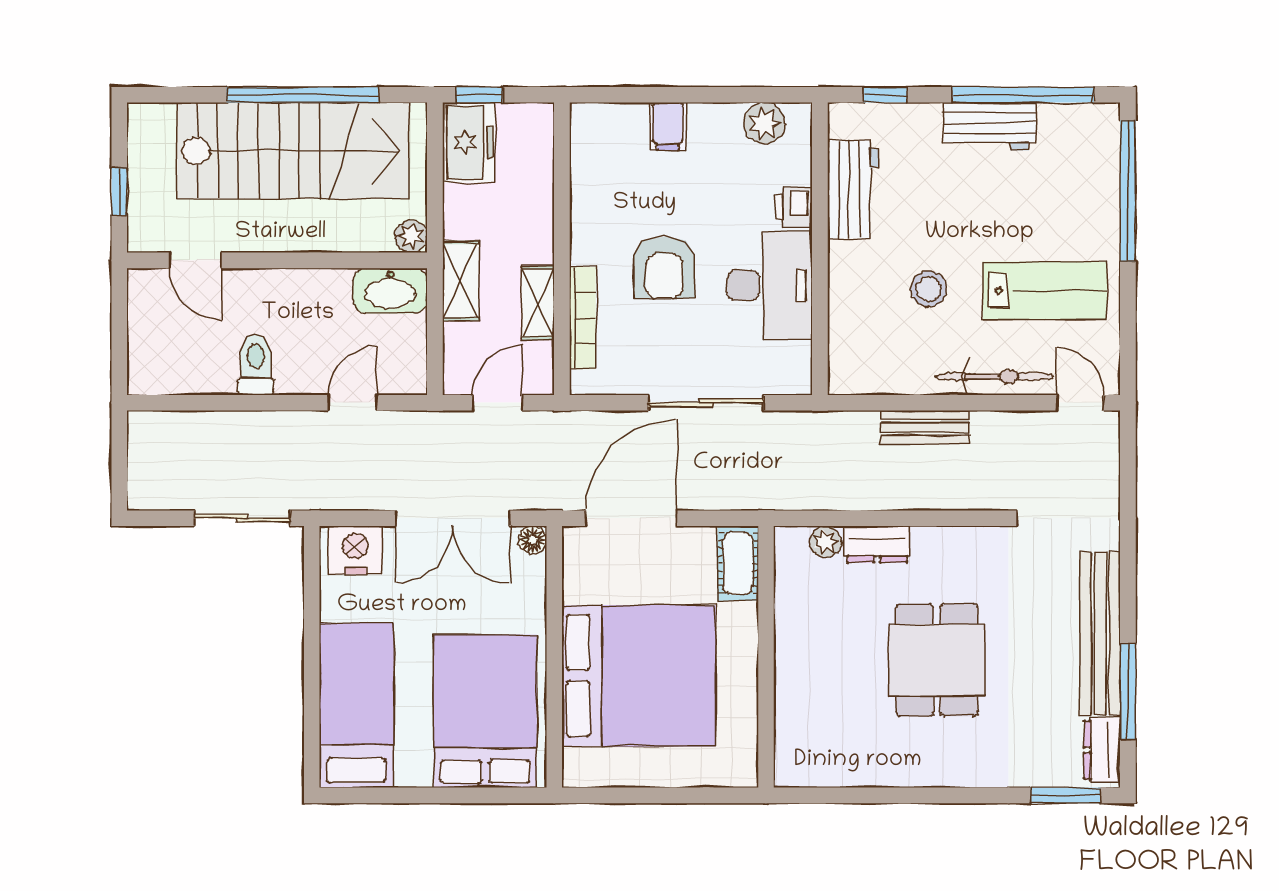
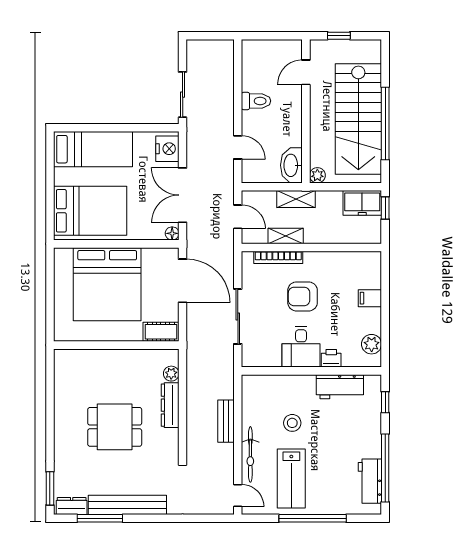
workbench: (990, 126) -> (370, 481), moved
window: (1128, 191) -> (313, 518), moved
desk: (770, 285) -> (301, 347), width x0.73
door: (1080, 403) -> (238, 495), hinge flipped
dresser: (877, 544) -> (170, 405), width x1.44

